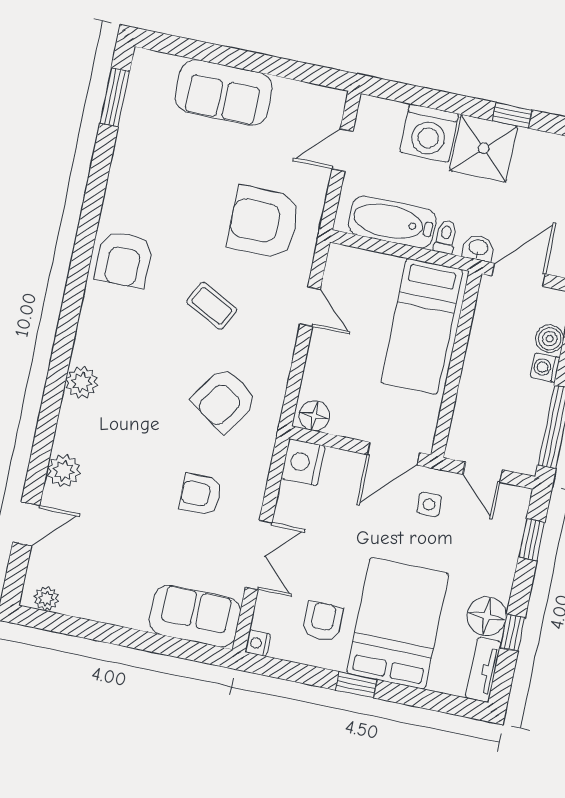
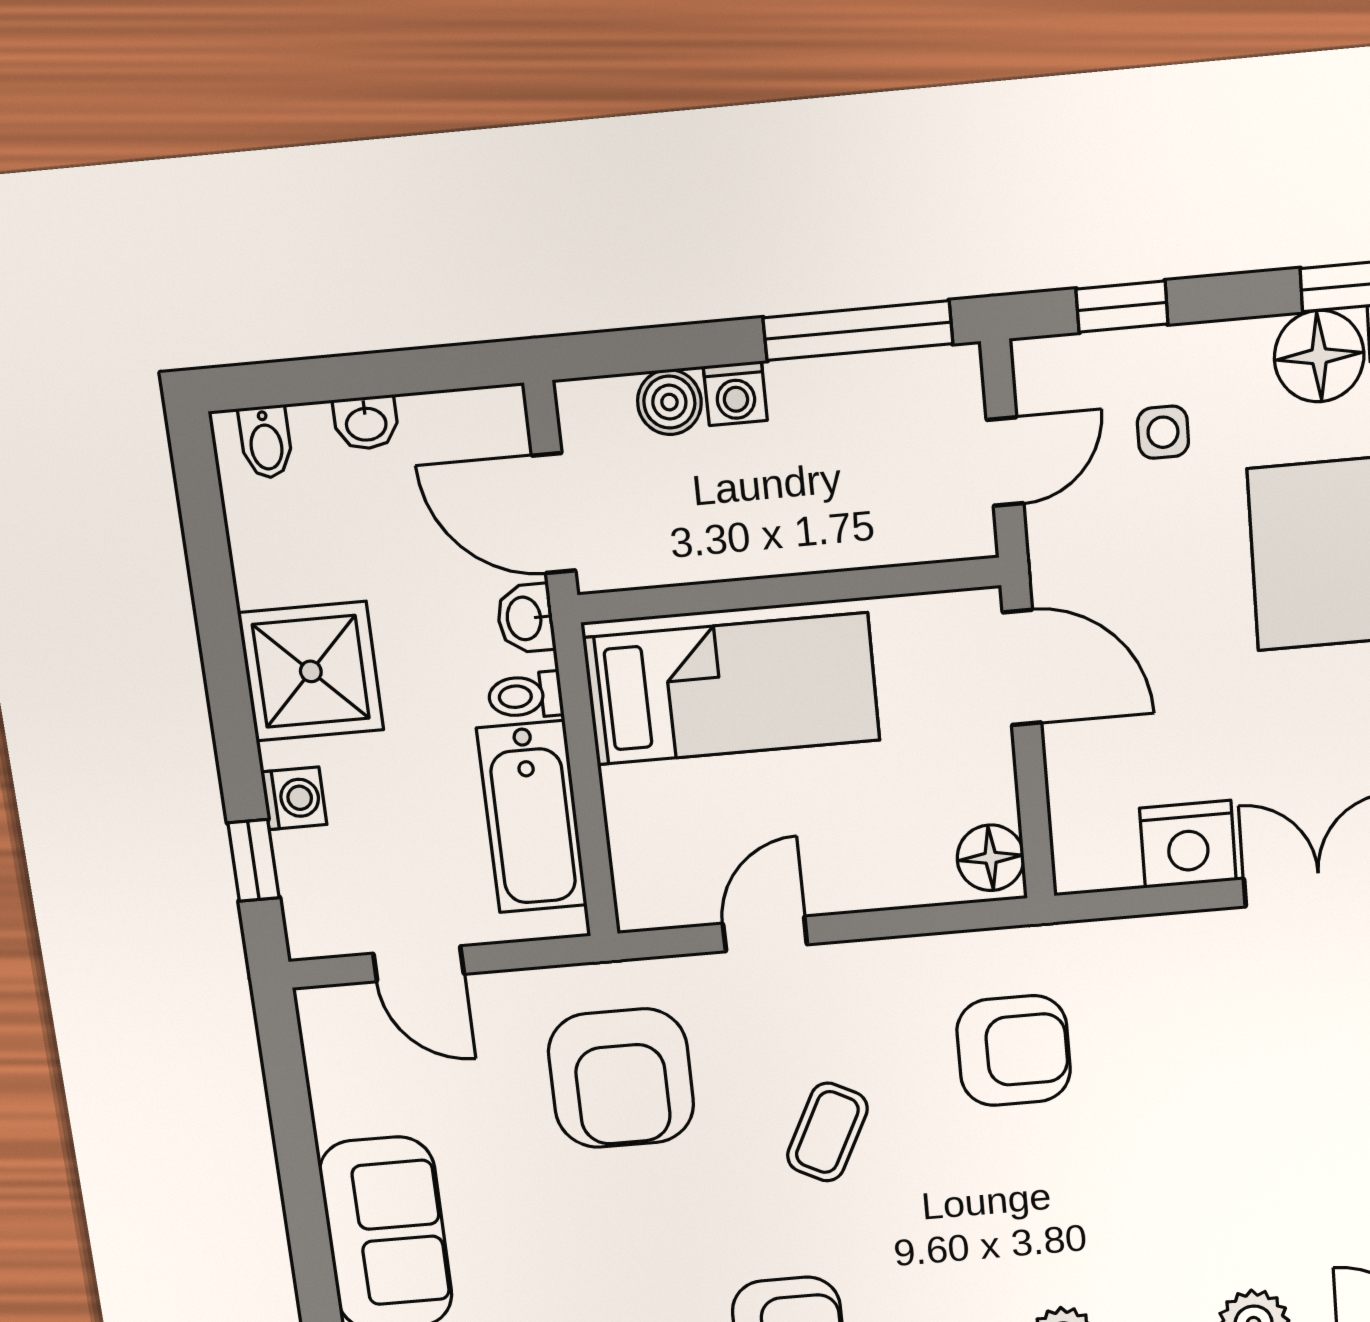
window: (512, 115) -> (253, 860), moved
washing machine: (429, 133) -> (294, 798), width x0.53, depth x0.53
armchair: (224, 400) -> (1014, 1051), turned -34
nightstand: (303, 462) -> (1188, 844), moved
armchair: (201, 494) -> (1225, 1041), removed
side table: (429, 504) -> (1163, 432), moved

